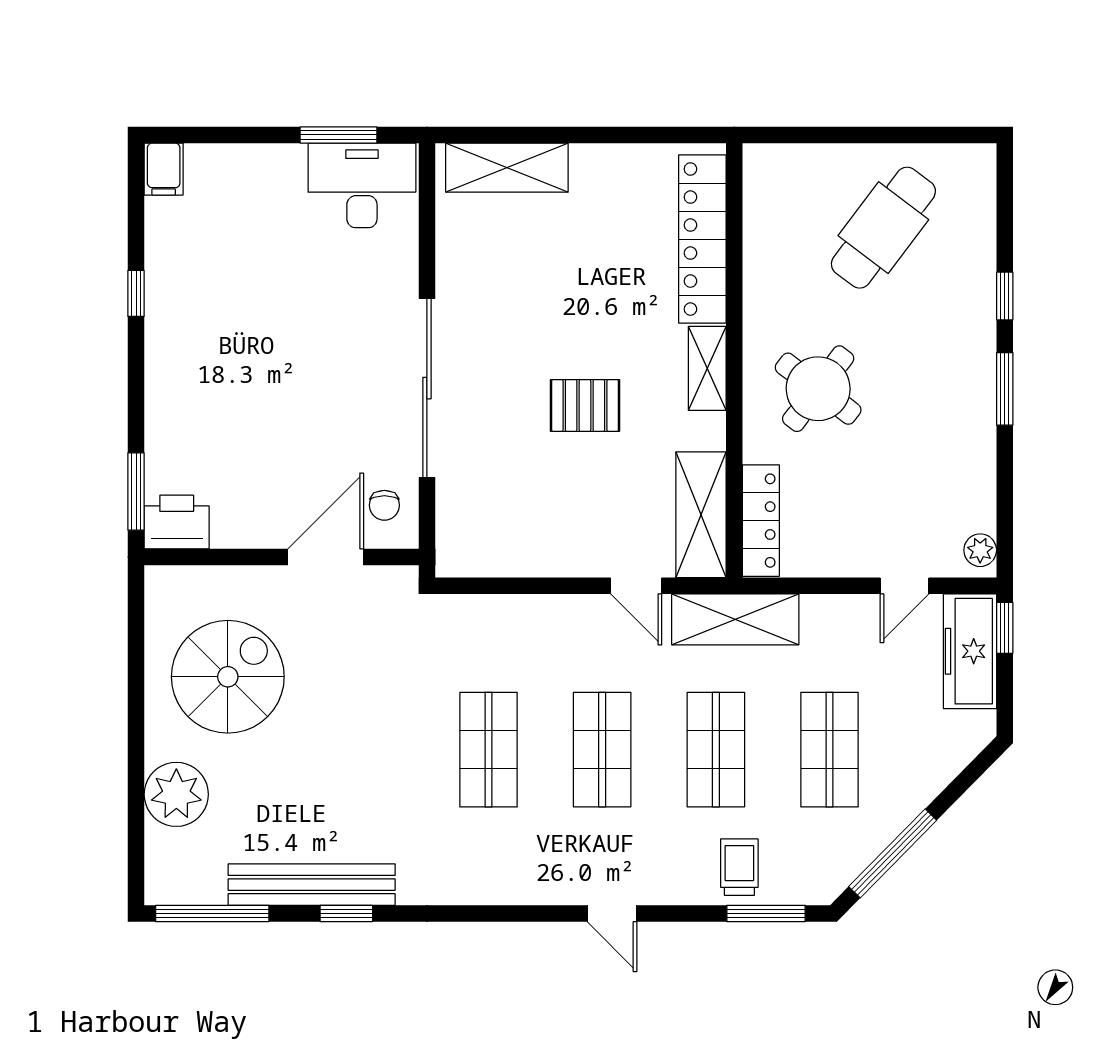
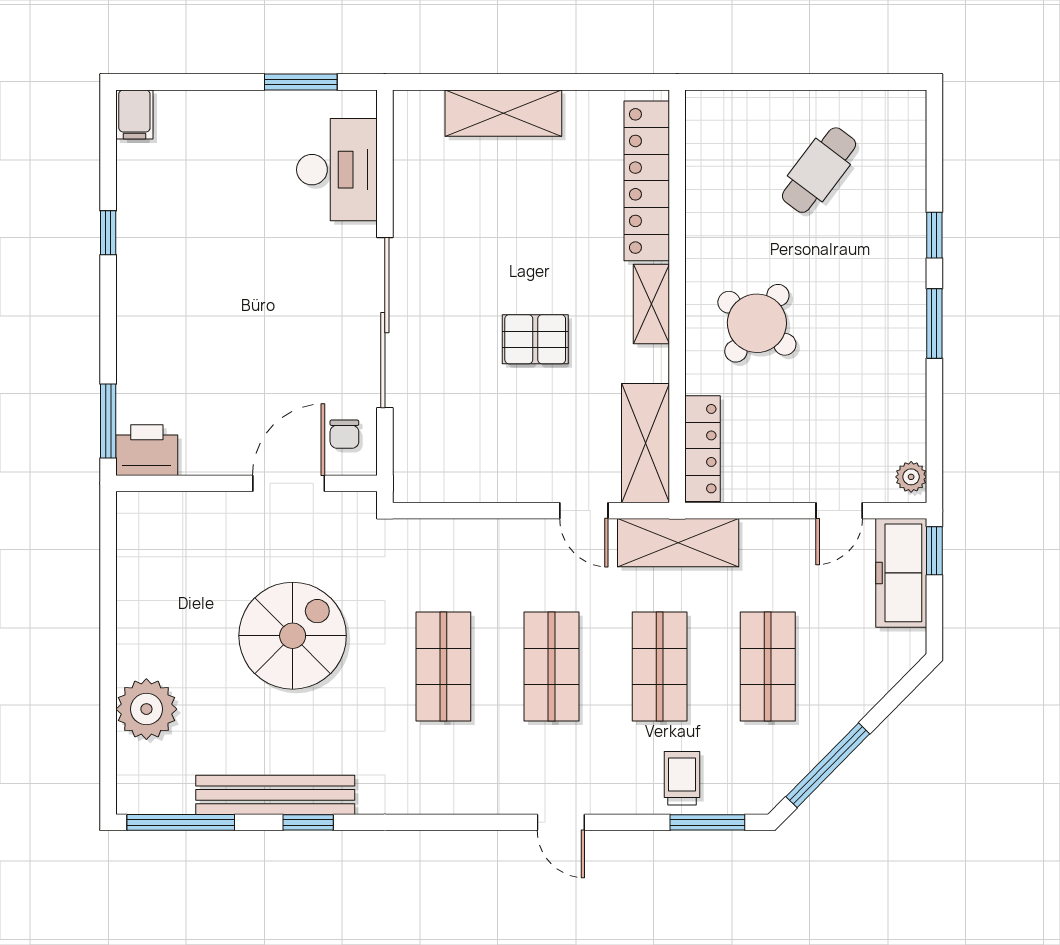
shelving: (507, 168) -> (503, 113), moved
desk: (362, 185) -> (337, 170), moved, turned 90
cafe table: (883, 228) -> (819, 170), width x0.73, depth x0.74
spiral stairs: (228, 677) -> (293, 636), moved

